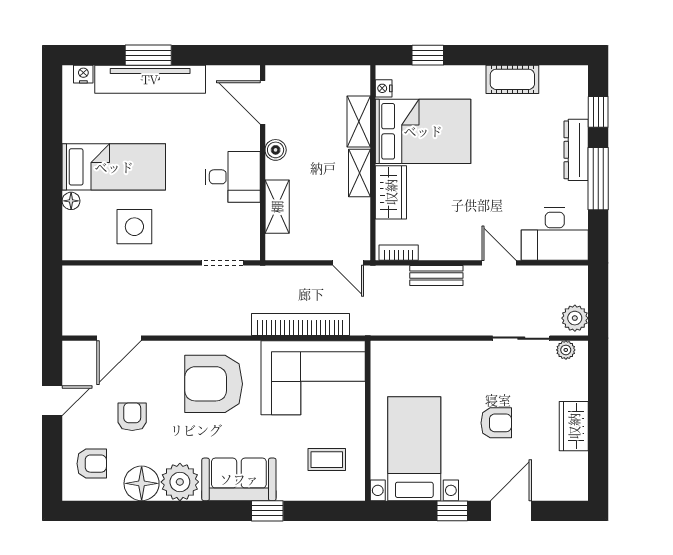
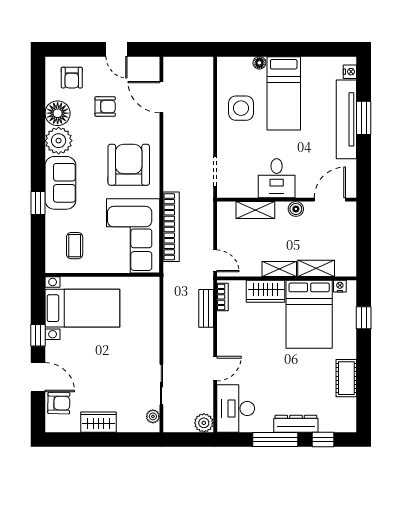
door: (348, 263) -> (215, 261), swing flipped
bench: (436, 276) -> (206, 308), moved
plant: (575, 318) -> (204, 423), moved
armchair: (496, 423) -> (59, 403), moved, turned -89

